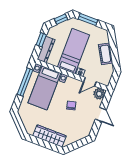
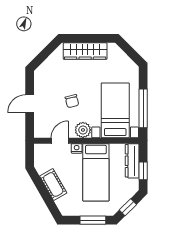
plant: (99, 94) -> (83, 130), moved
door: (101, 115) -> (30, 104), hinge flipped

